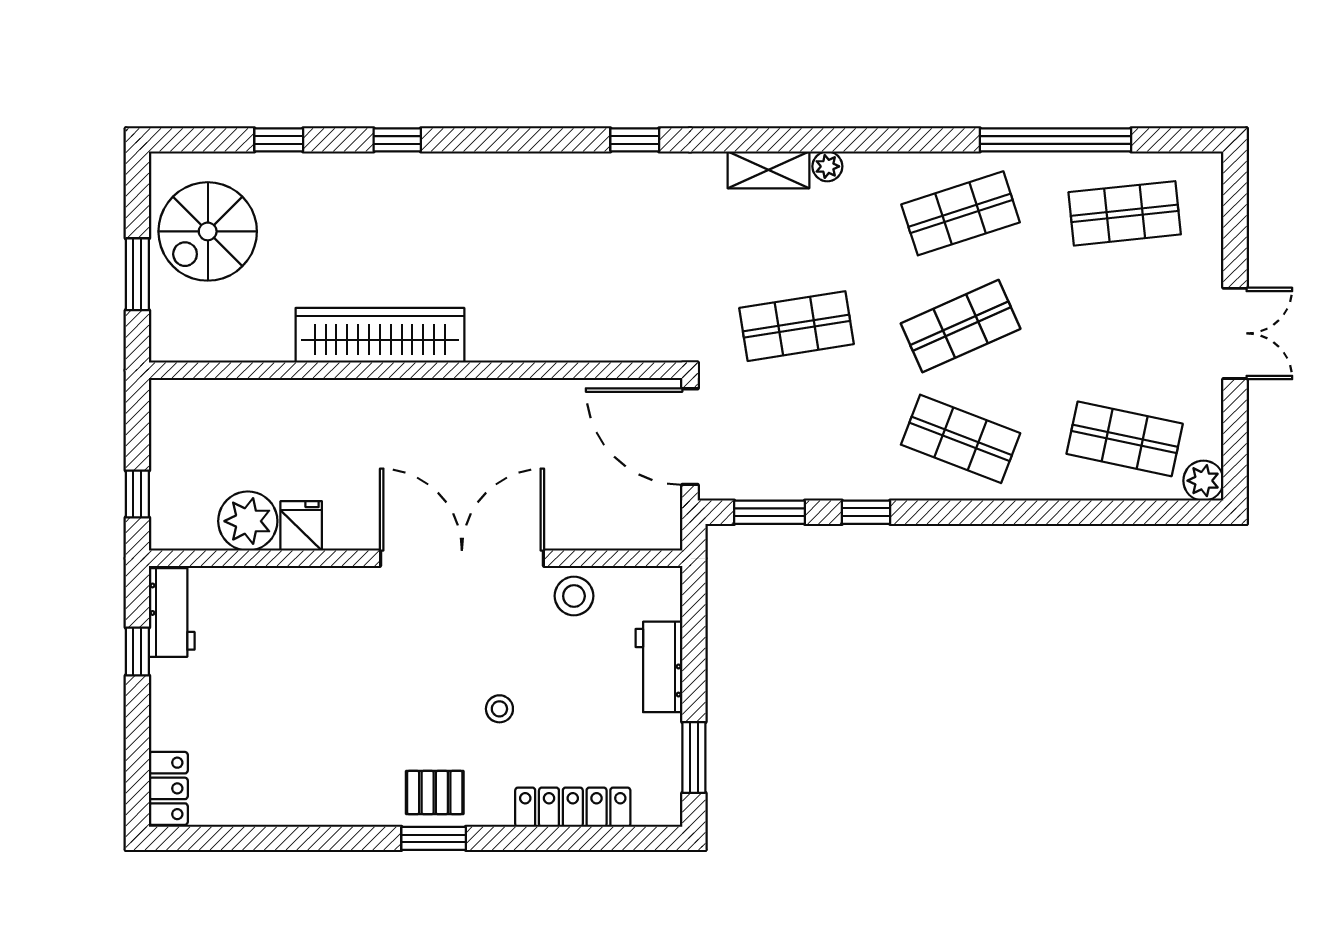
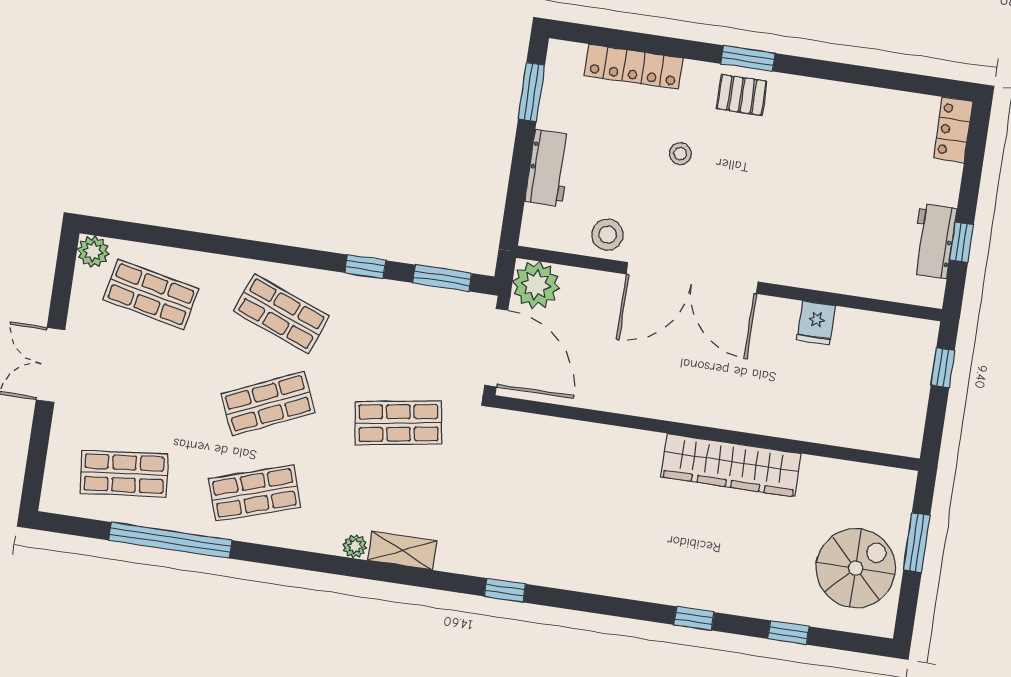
plant: (248, 521) -> (536, 285), moved
workbench: (172, 613) -> (934, 241), moved

